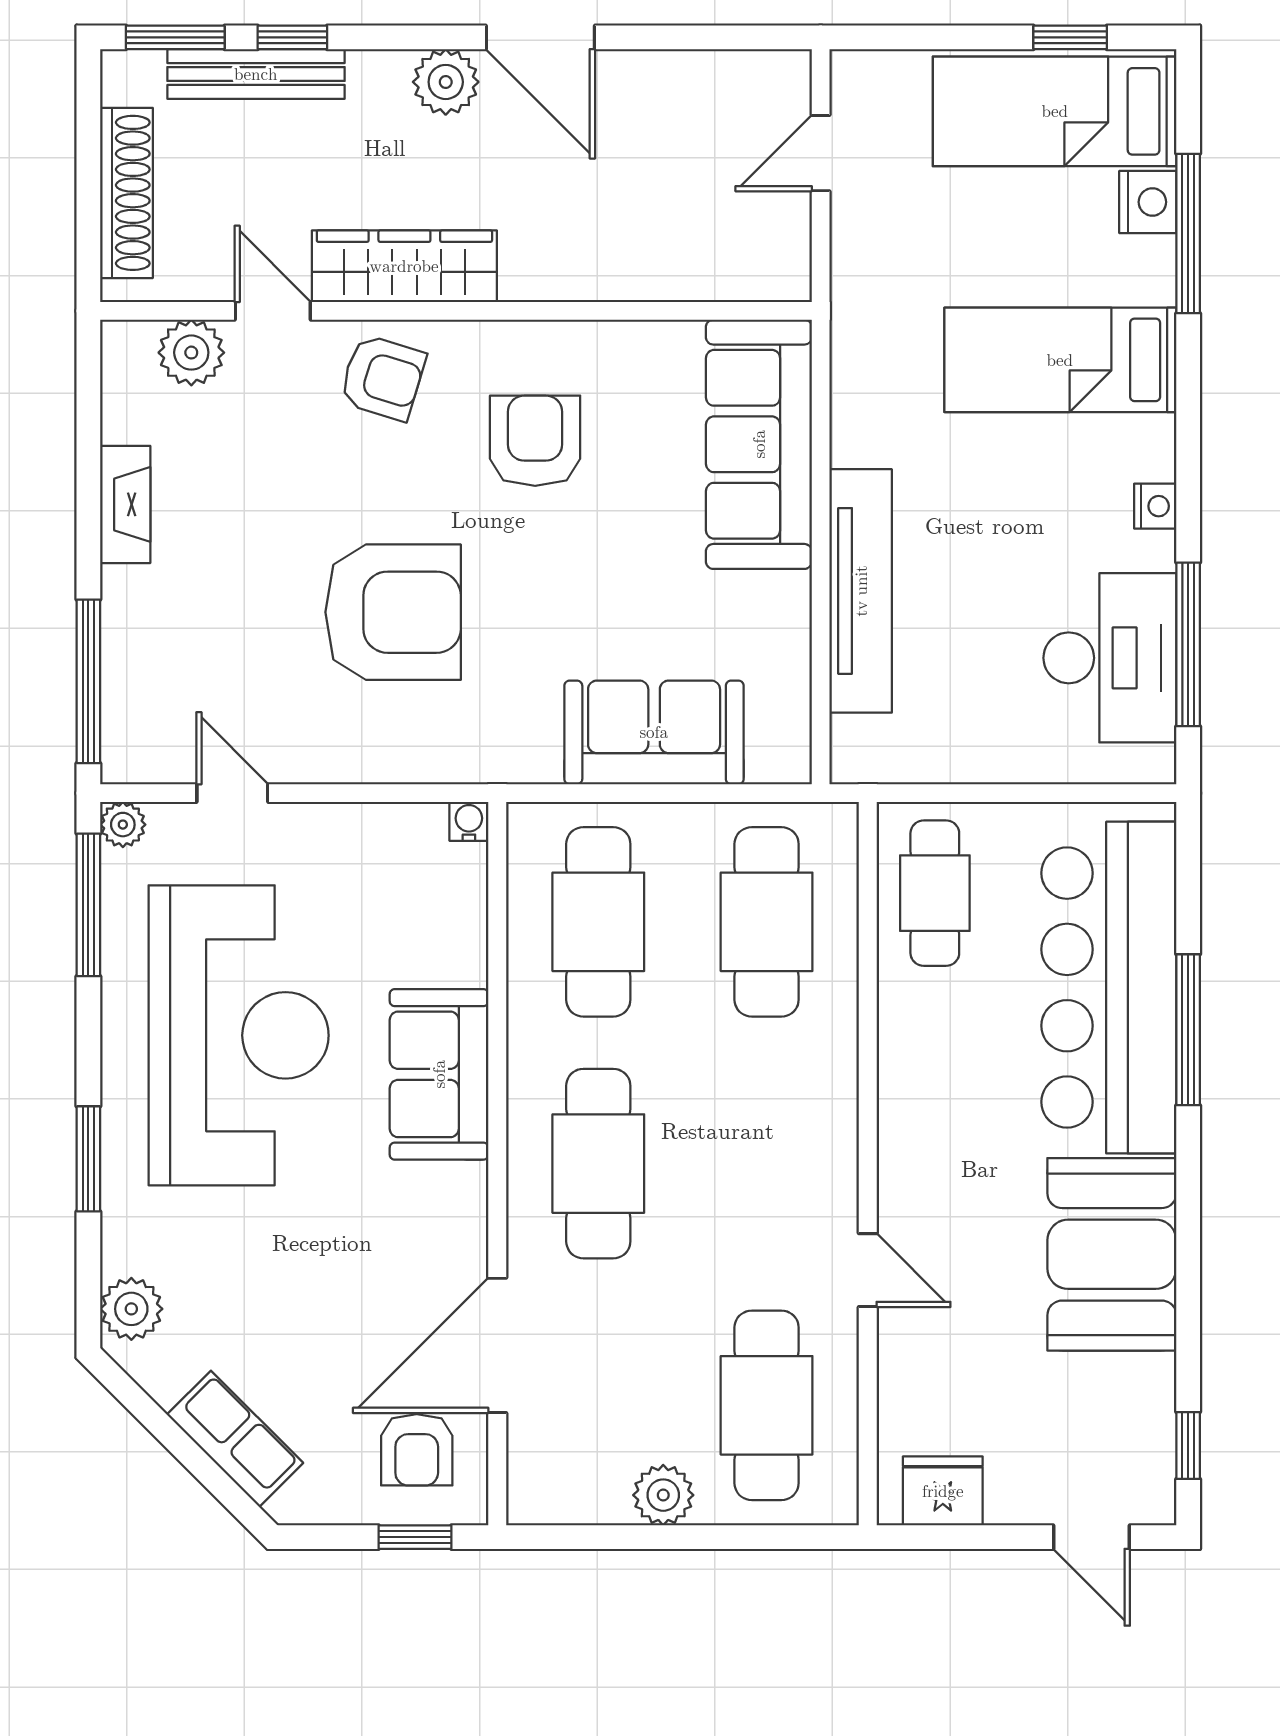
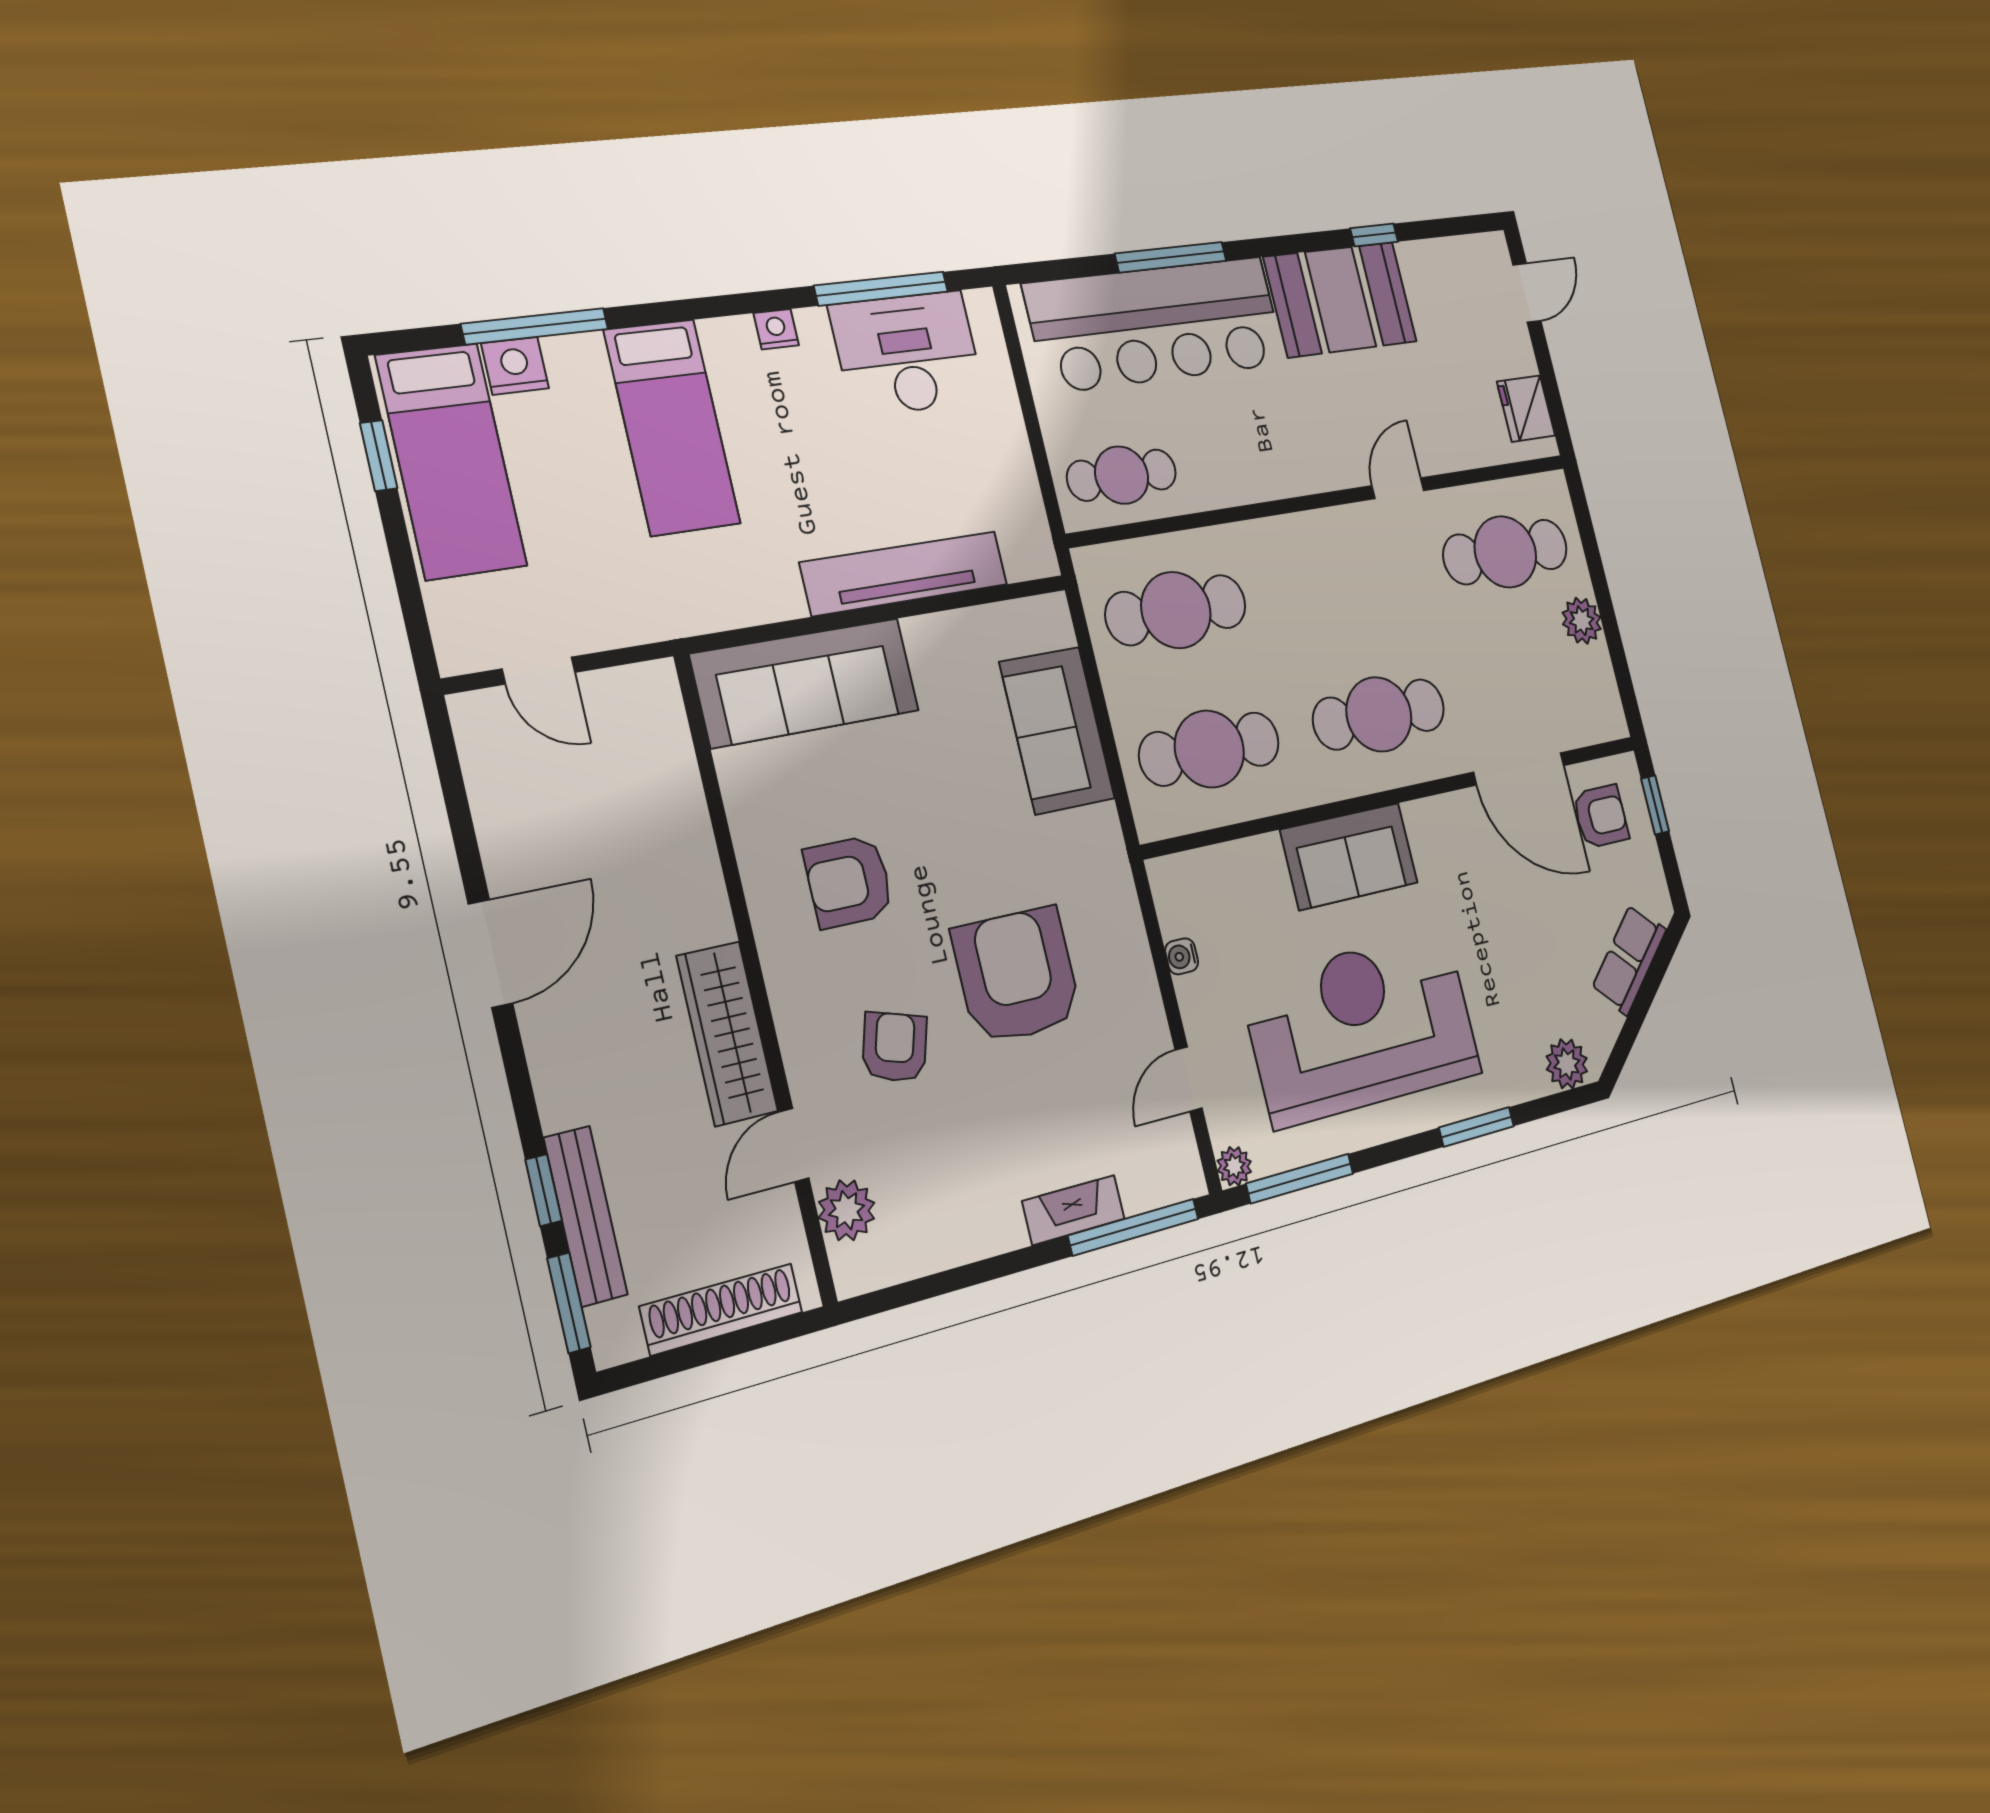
plant: (446, 82) -> (552, 1034), removed
armchair: (383, 378) -> (895, 1047), moved
fireplace: (125, 504) -> (1074, 1210), moved
water cooler: (469, 821) -> (1182, 956), moved
window: (1188, 1446) -> (1374, 235), moved

